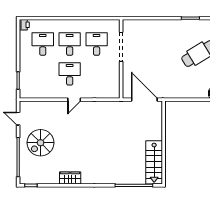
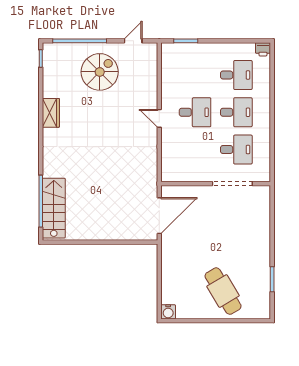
spiral stairs: (41, 143) -> (100, 72), turned 90
stairs: (154, 162) -> (54, 208), moved, turned 90

